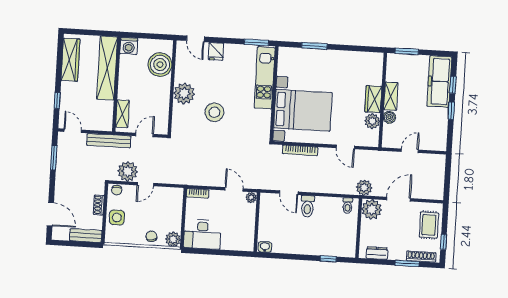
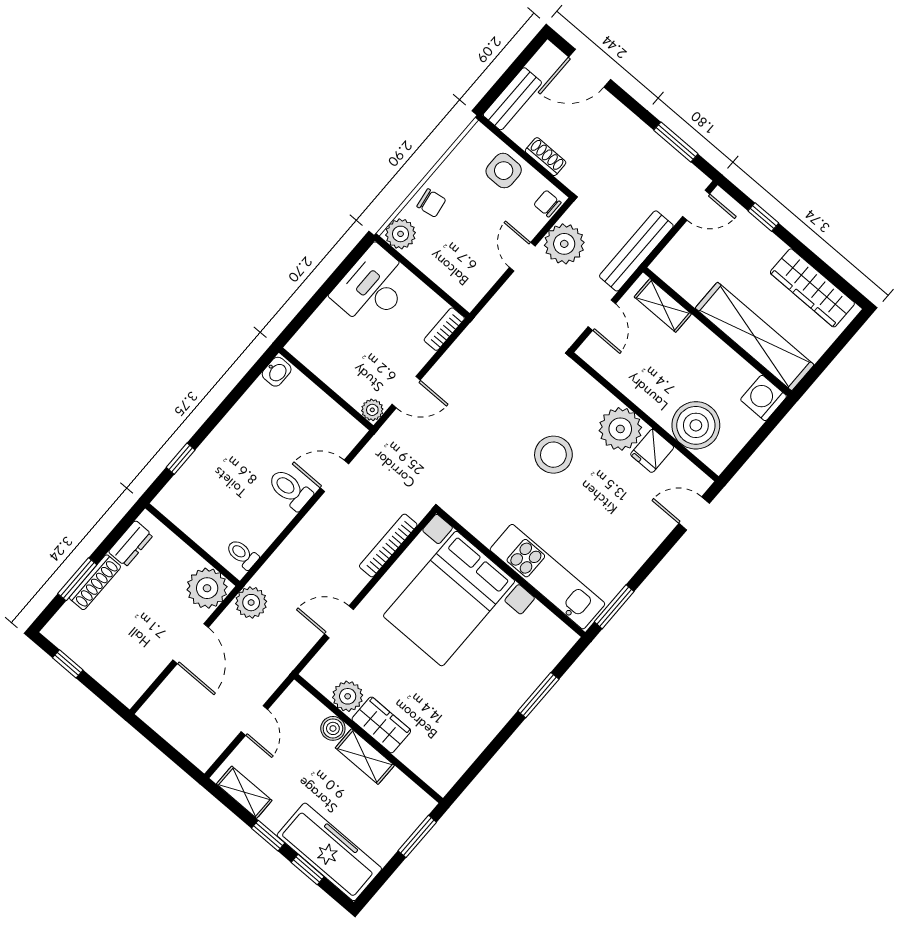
fridge: (216, 51) -> (652, 451), moved, turned -90
shelving: (441, 133) -> (244, 792), added
rug: (429, 225) -> (112, 661), removed
shoe rack: (421, 257) -> (95, 582), moved

